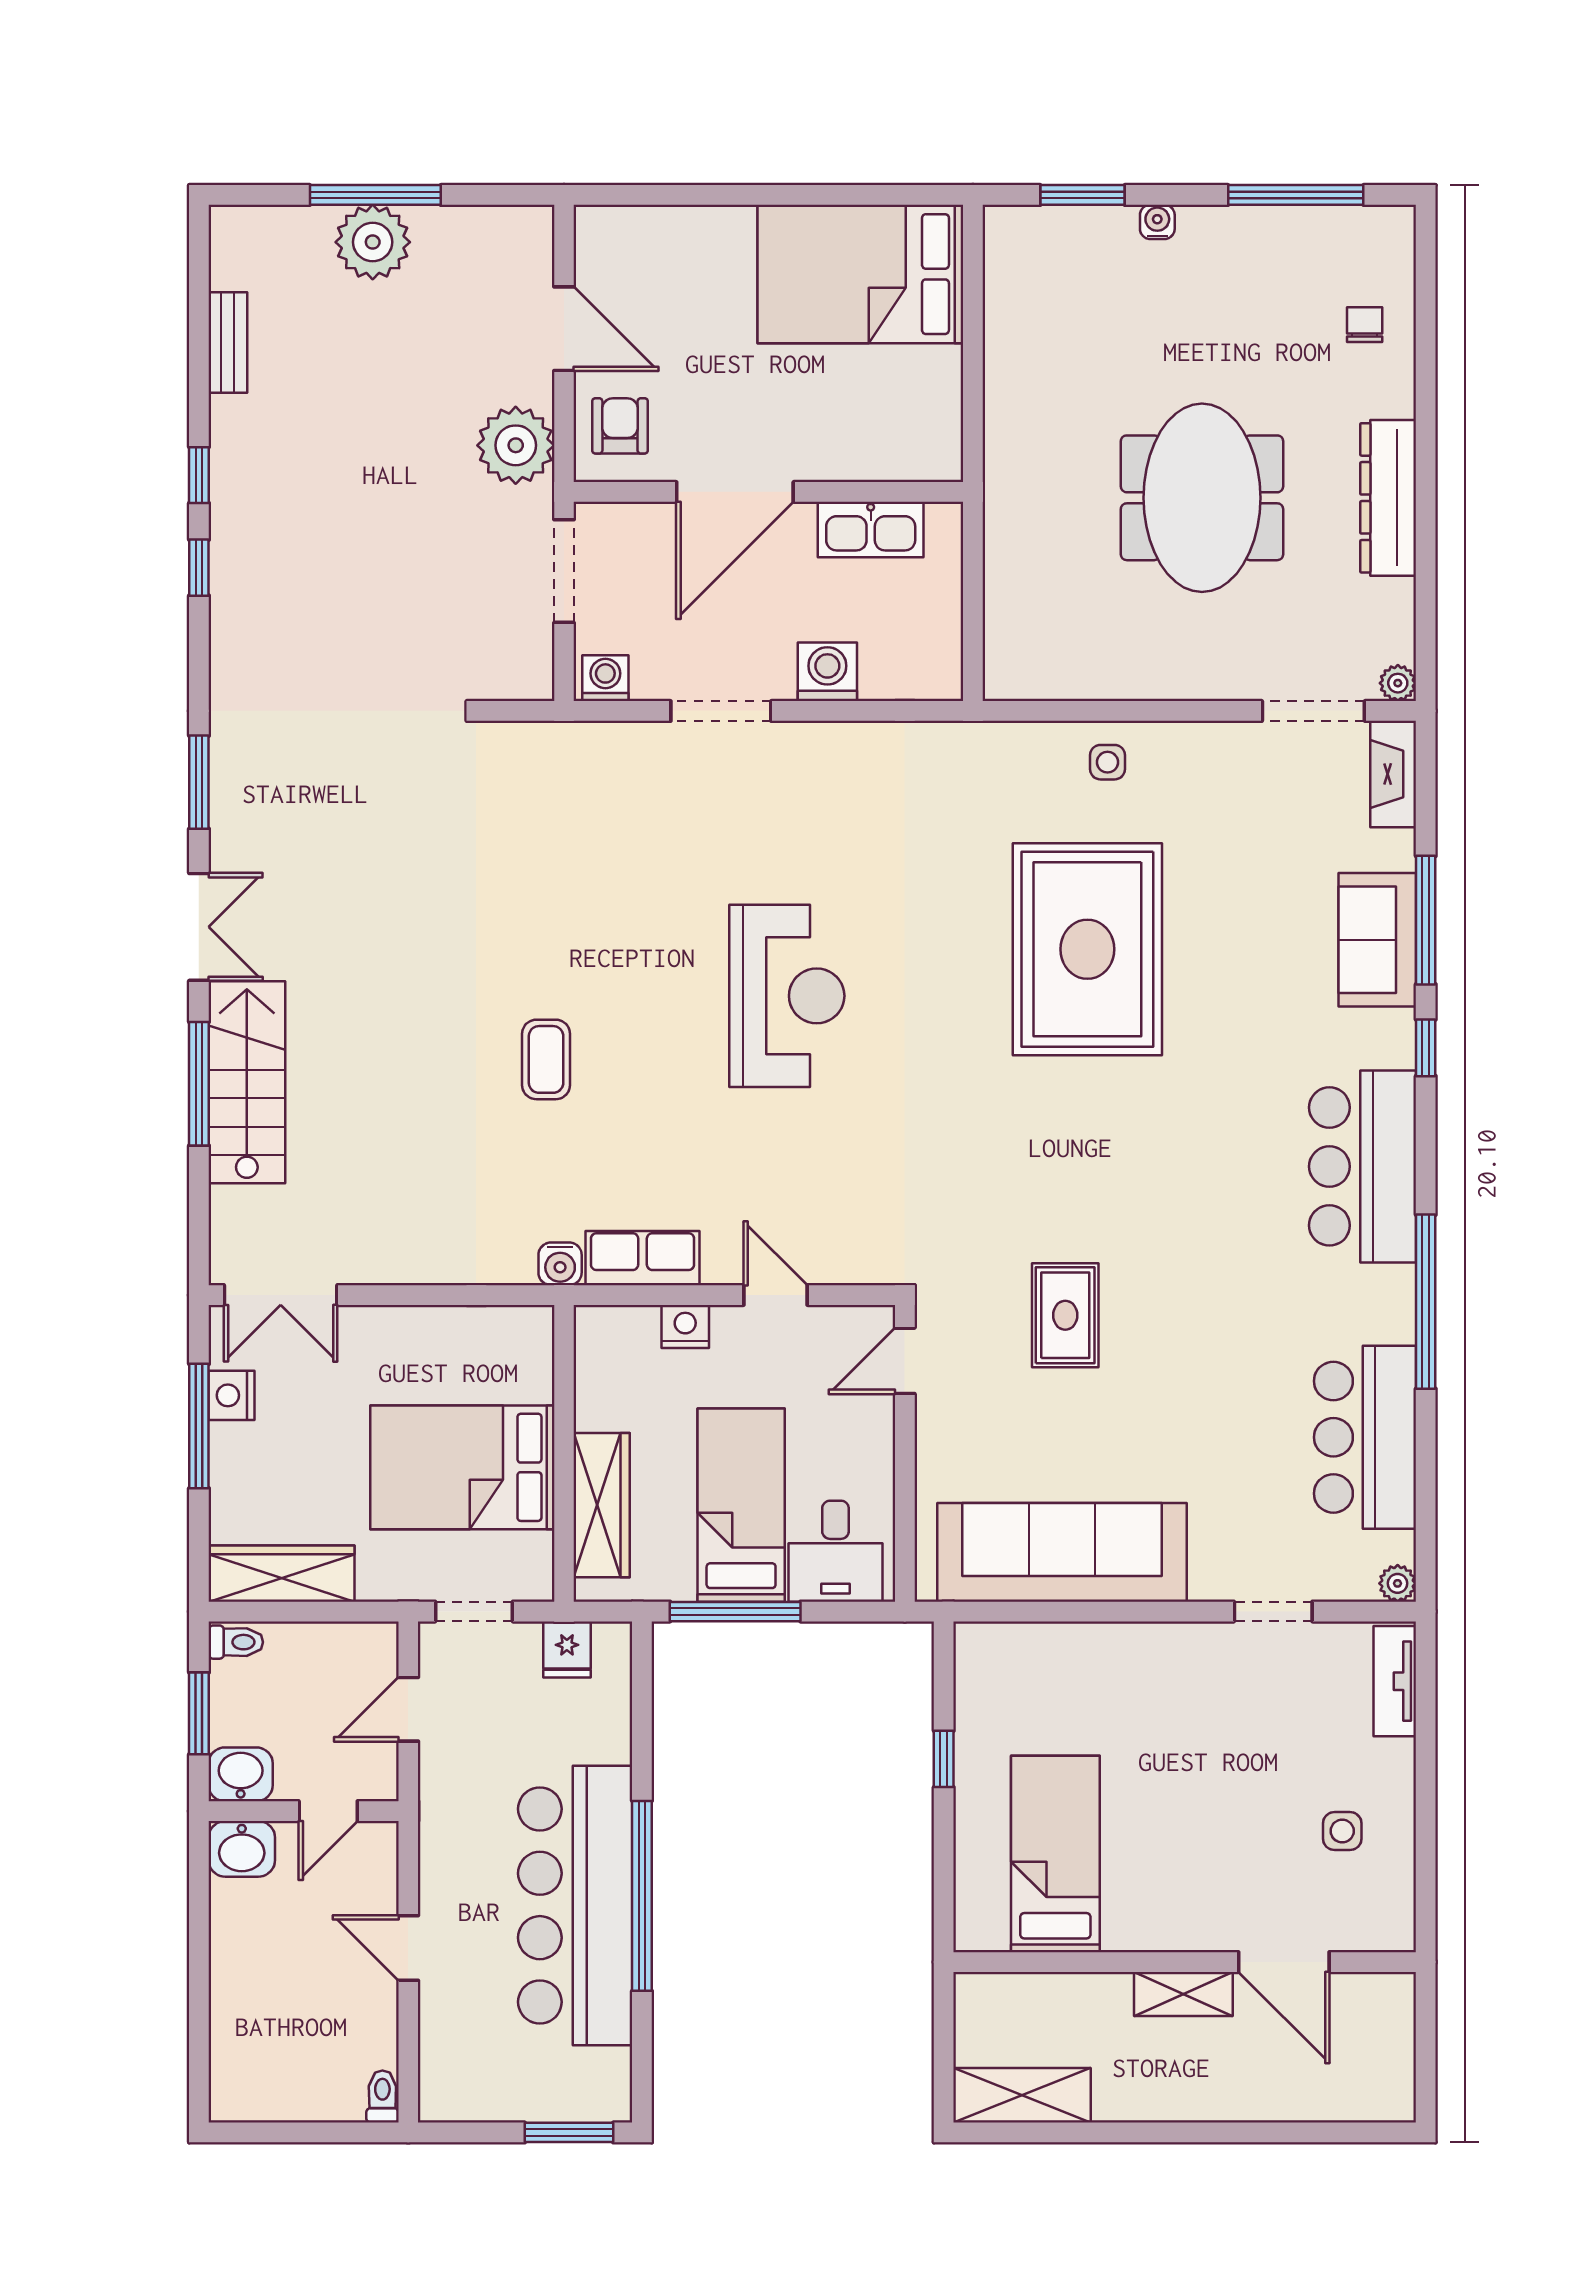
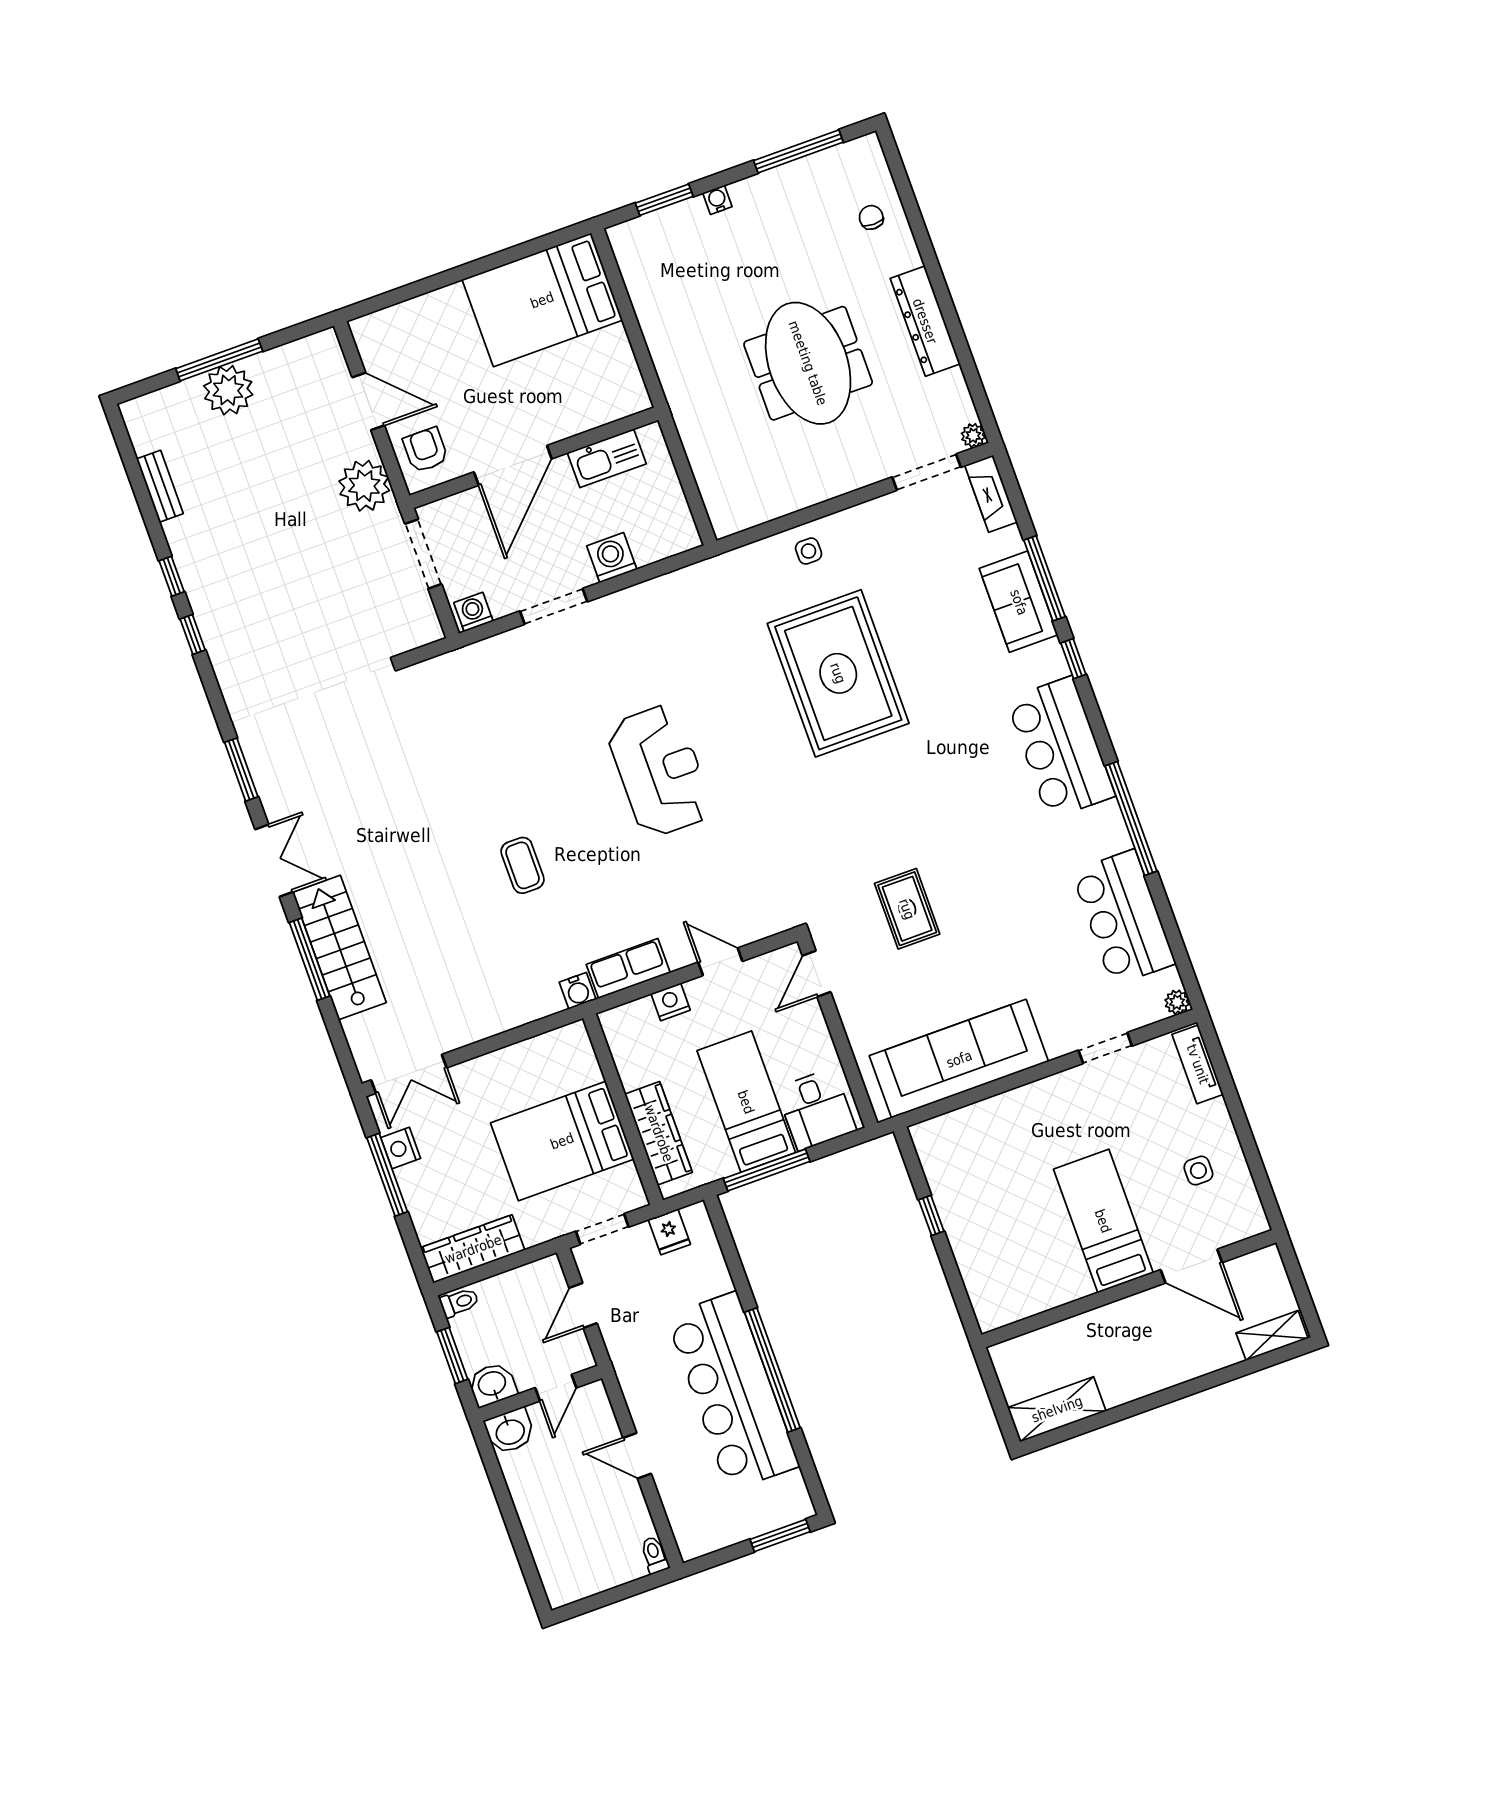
bed: (1055, 1854) -> (1103, 1221), moved
shelving: (1183, 1994) -> (1272, 1336), moved

